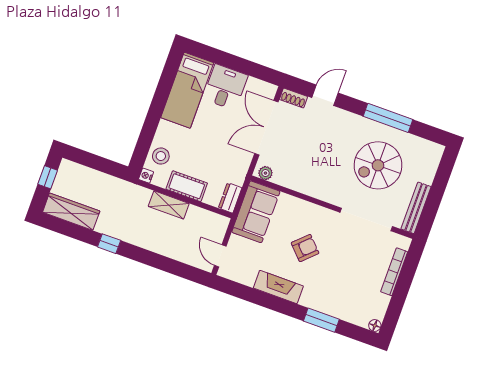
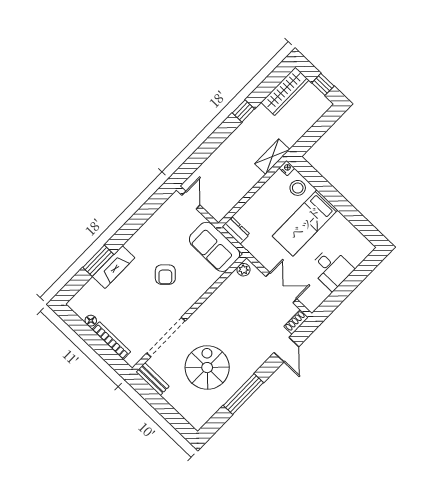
bed: (187, 90) -> (305, 223), moved, turned -90
double door: (266, 128) -> (281, 288), width x0.73
cot: (187, 186) -> (262, 198), removed
shelving: (169, 205) -> (272, 157), moved
bench: (416, 208) -> (152, 379), width x0.73
door: (220, 256) -> (191, 200), hinge flipped
fireplace: (278, 287) -> (114, 267), moved
floor lamp: (375, 325) -> (91, 321), moved

